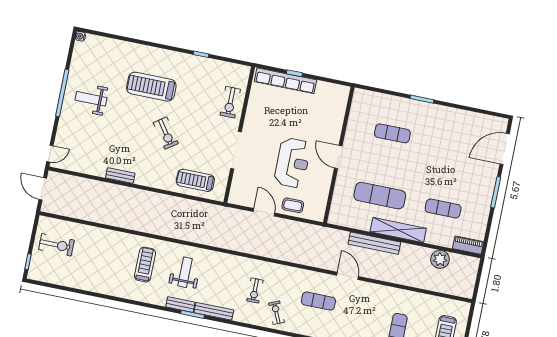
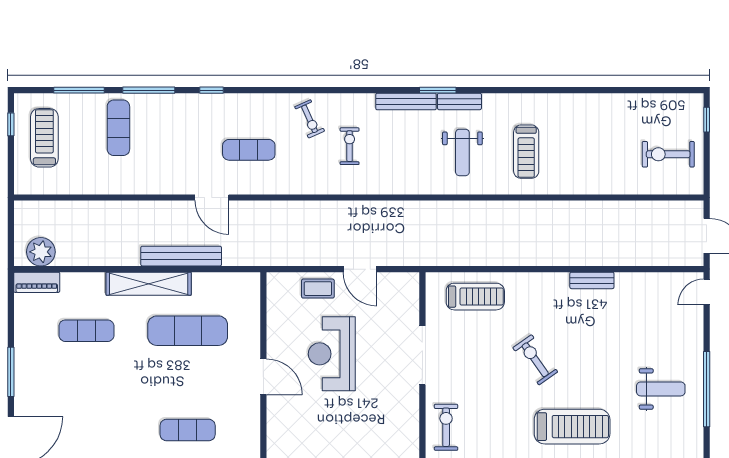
plant: (440, 259) -> (41, 252), moved

